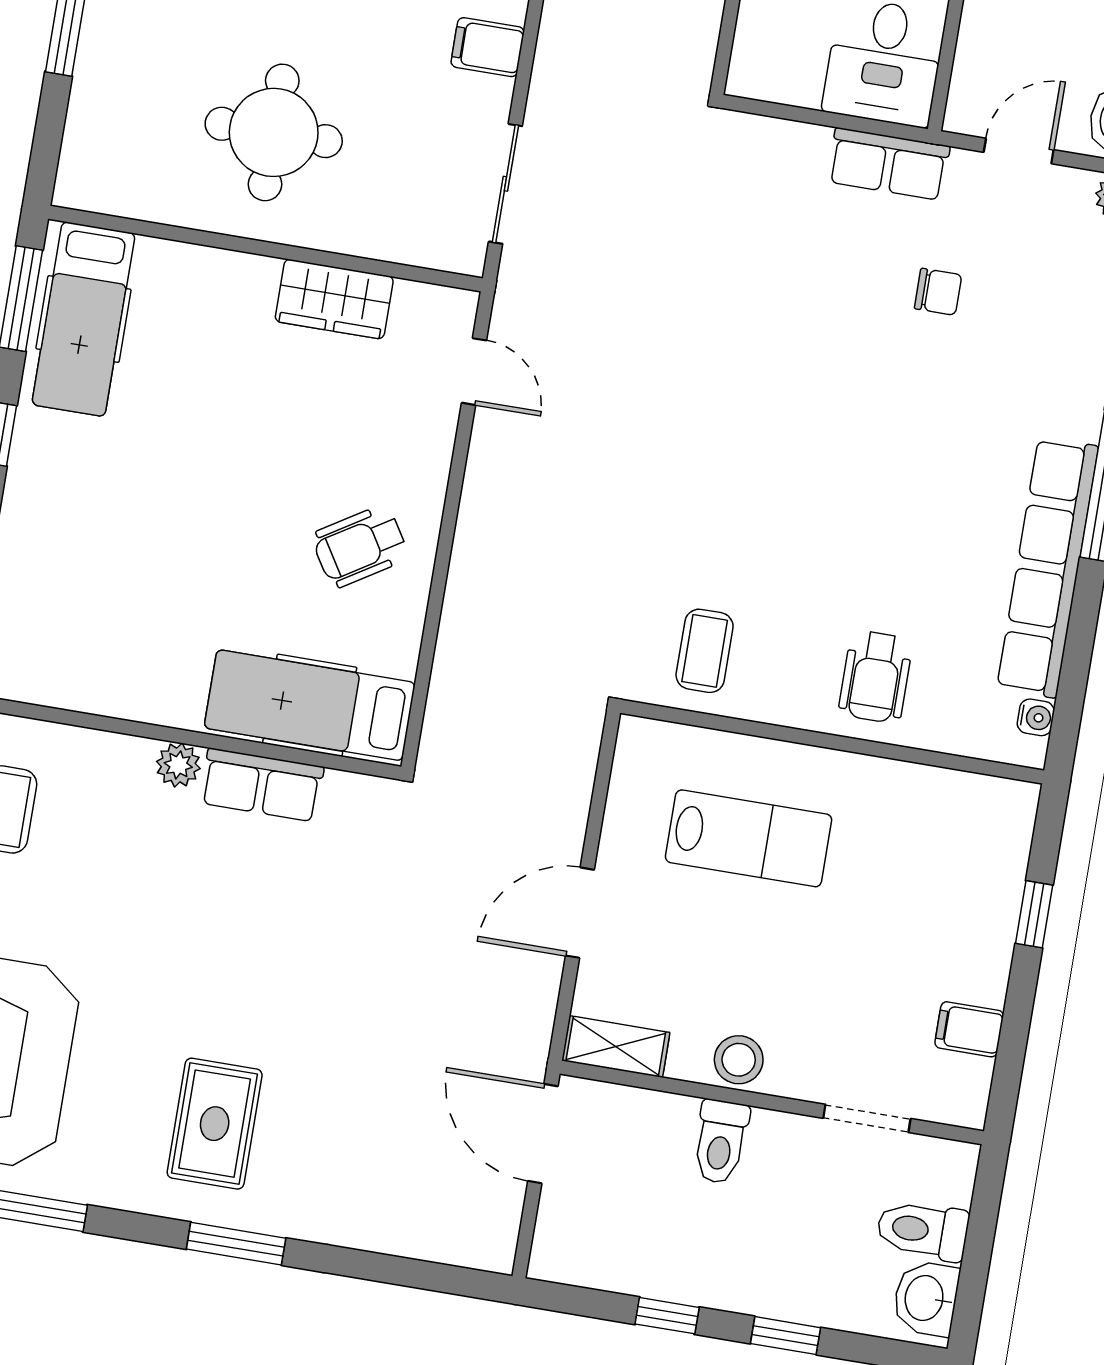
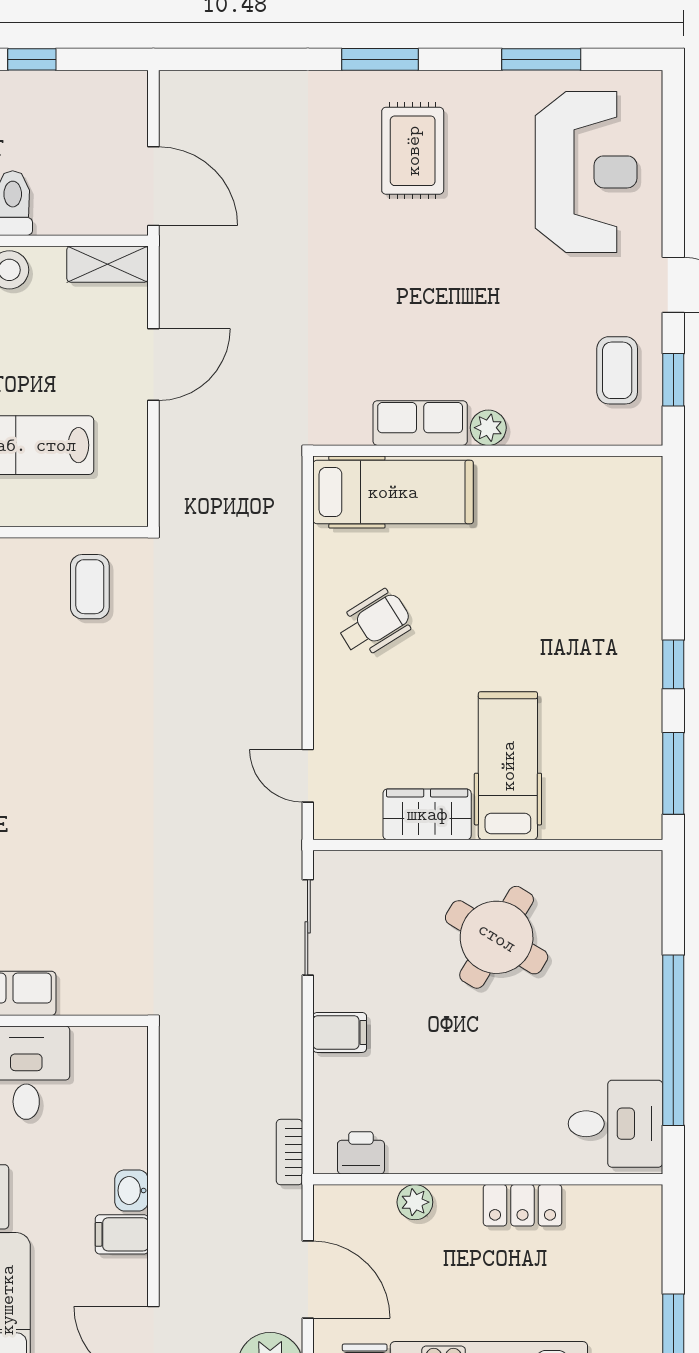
round table: (274, 132) -> (497, 937), turned 31
hospital bed: (84, 319) -> (508, 766), moved

